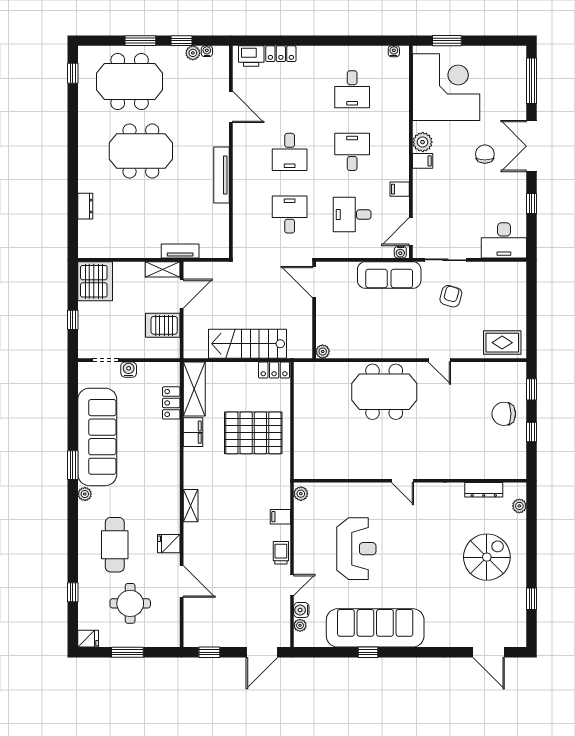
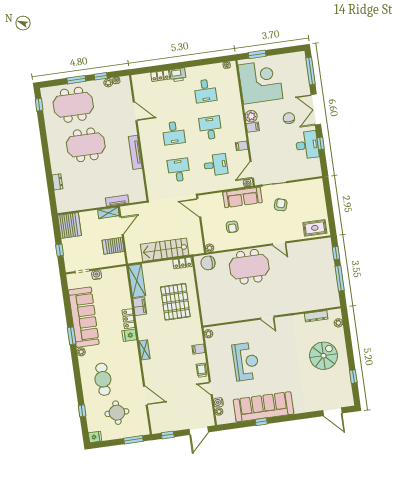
printer: (251, 56) -> (178, 75), moved
desk: (352, 215) -> (216, 165), turned 180
desk: (504, 240) -> (307, 145), moved, turned -90
armchair: (365, 321) -> (232, 227), added
locker: (171, 403) -> (128, 319), moved
chair: (504, 414) -> (208, 263), moved
window: (532, 432) -> (340, 278), width x2.17
pallet: (253, 433) -> (175, 302), turned 90
fridge: (169, 544) -> (129, 335), moved
door: (292, 585) -> (211, 388), swing flipped
window: (127, 652) -> (133, 440), moved

